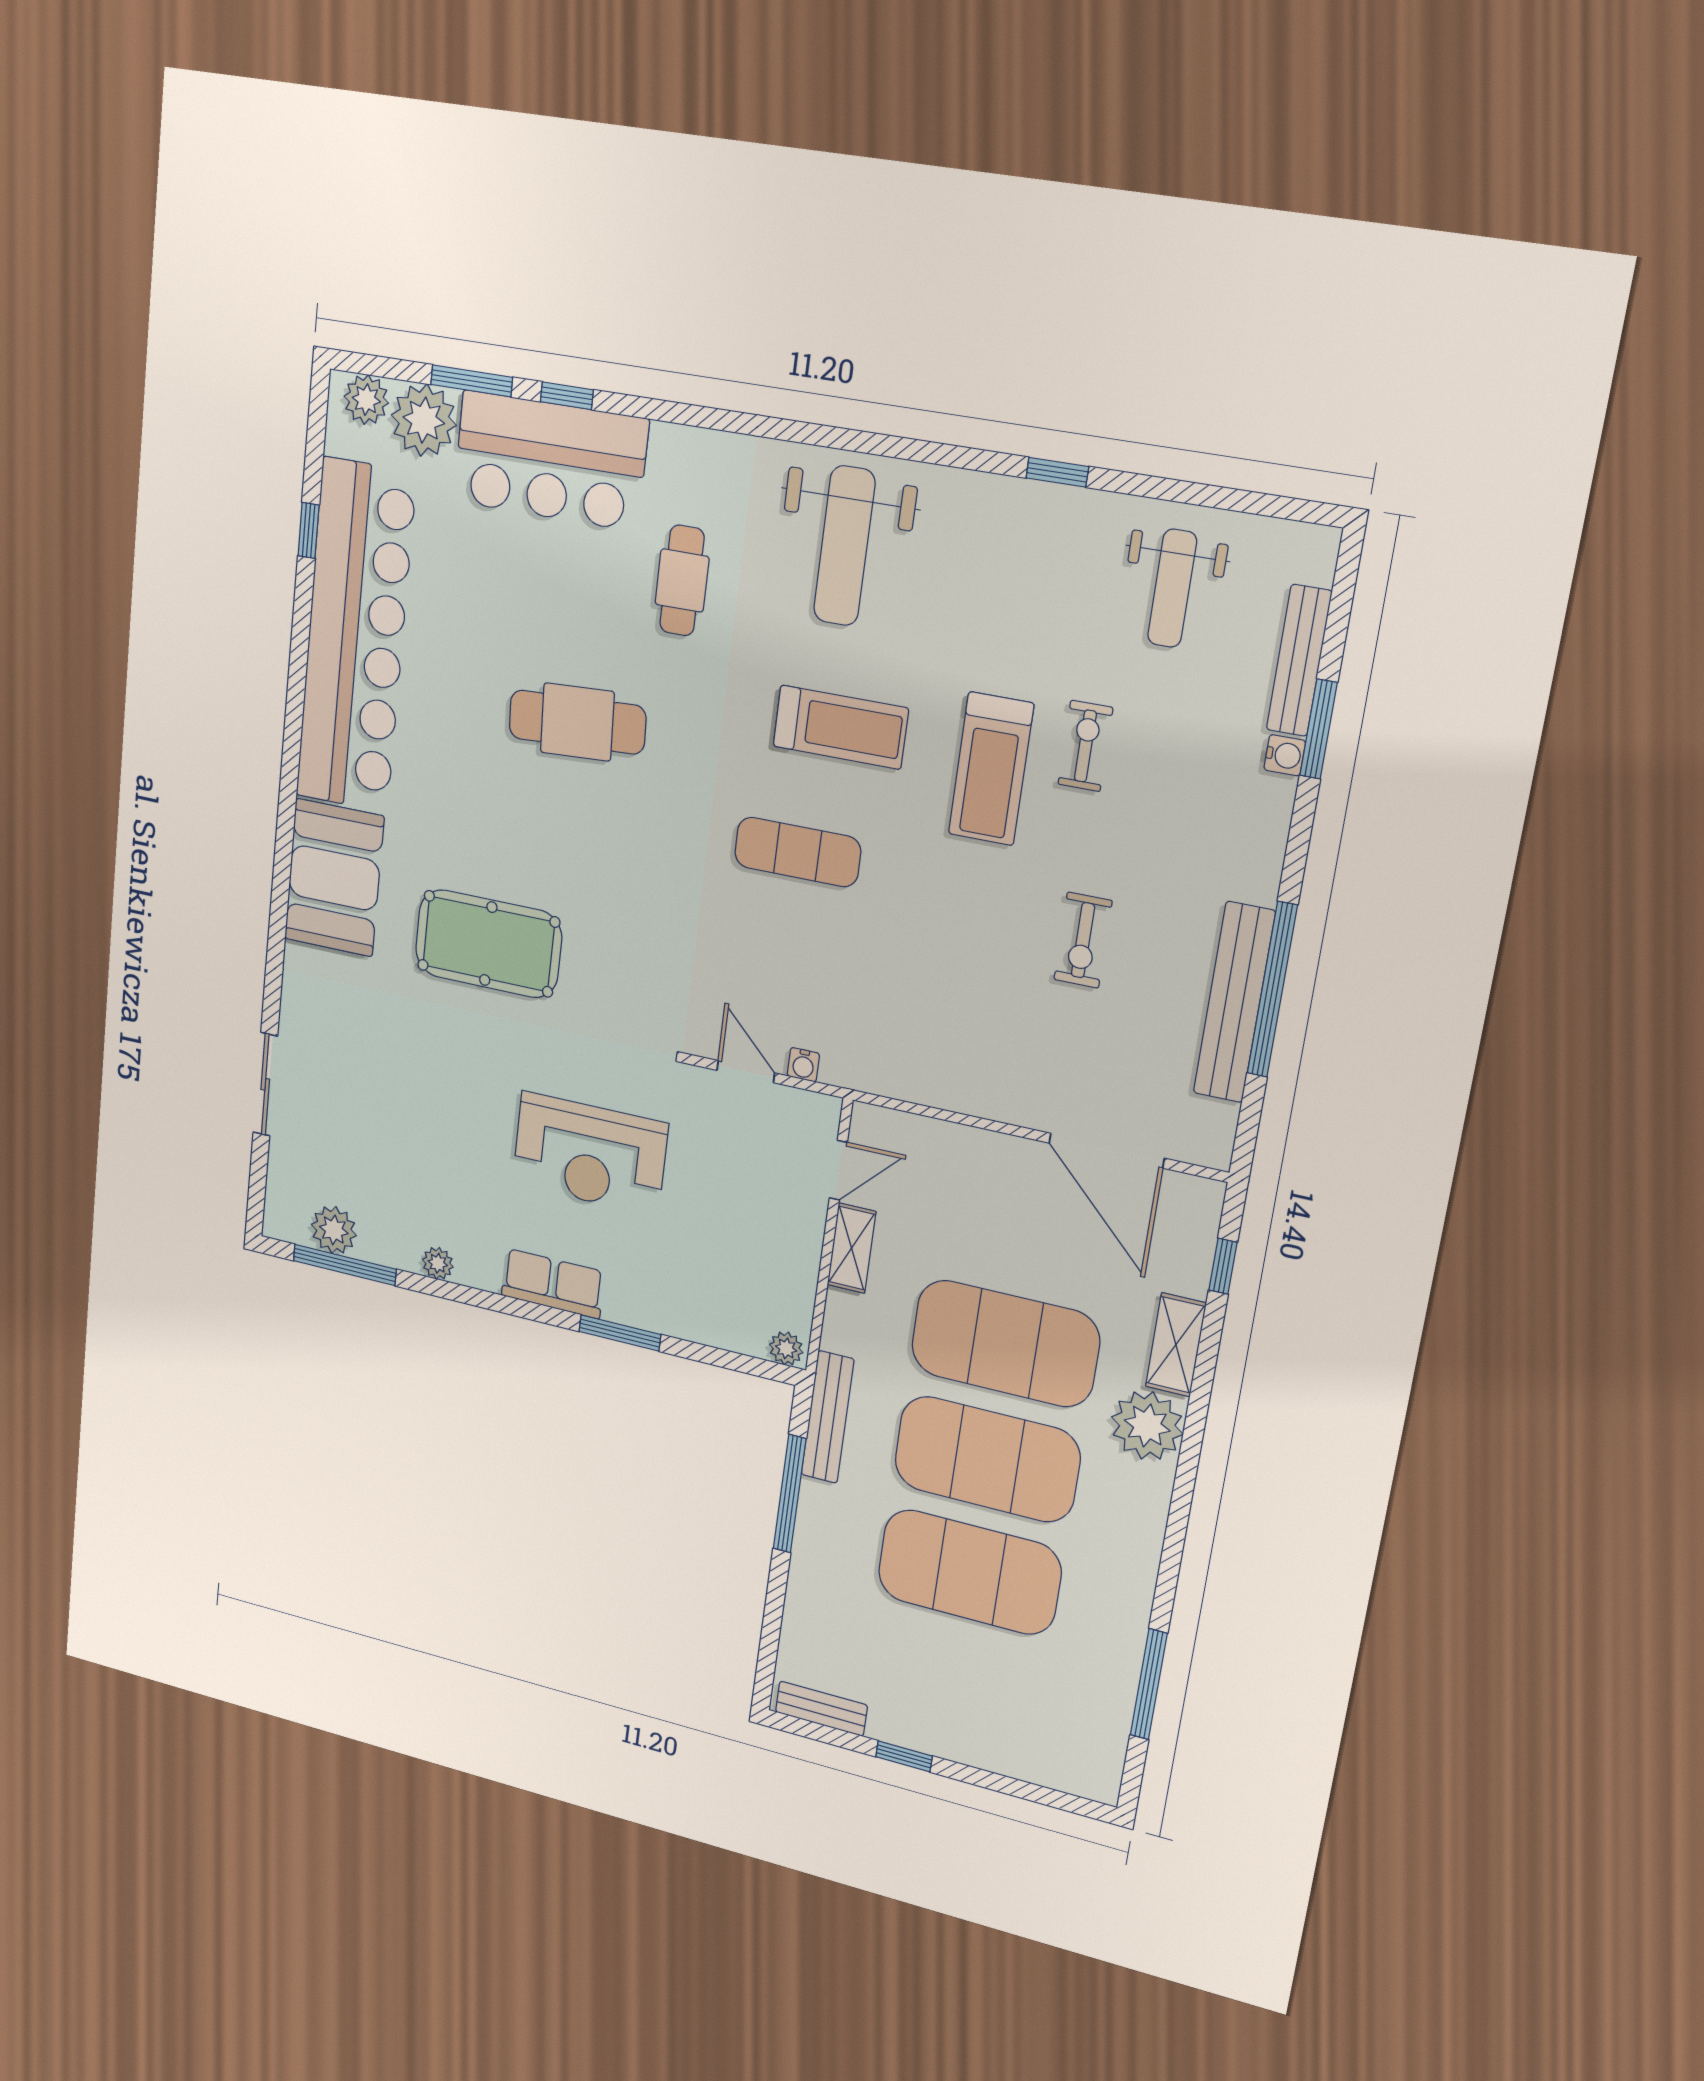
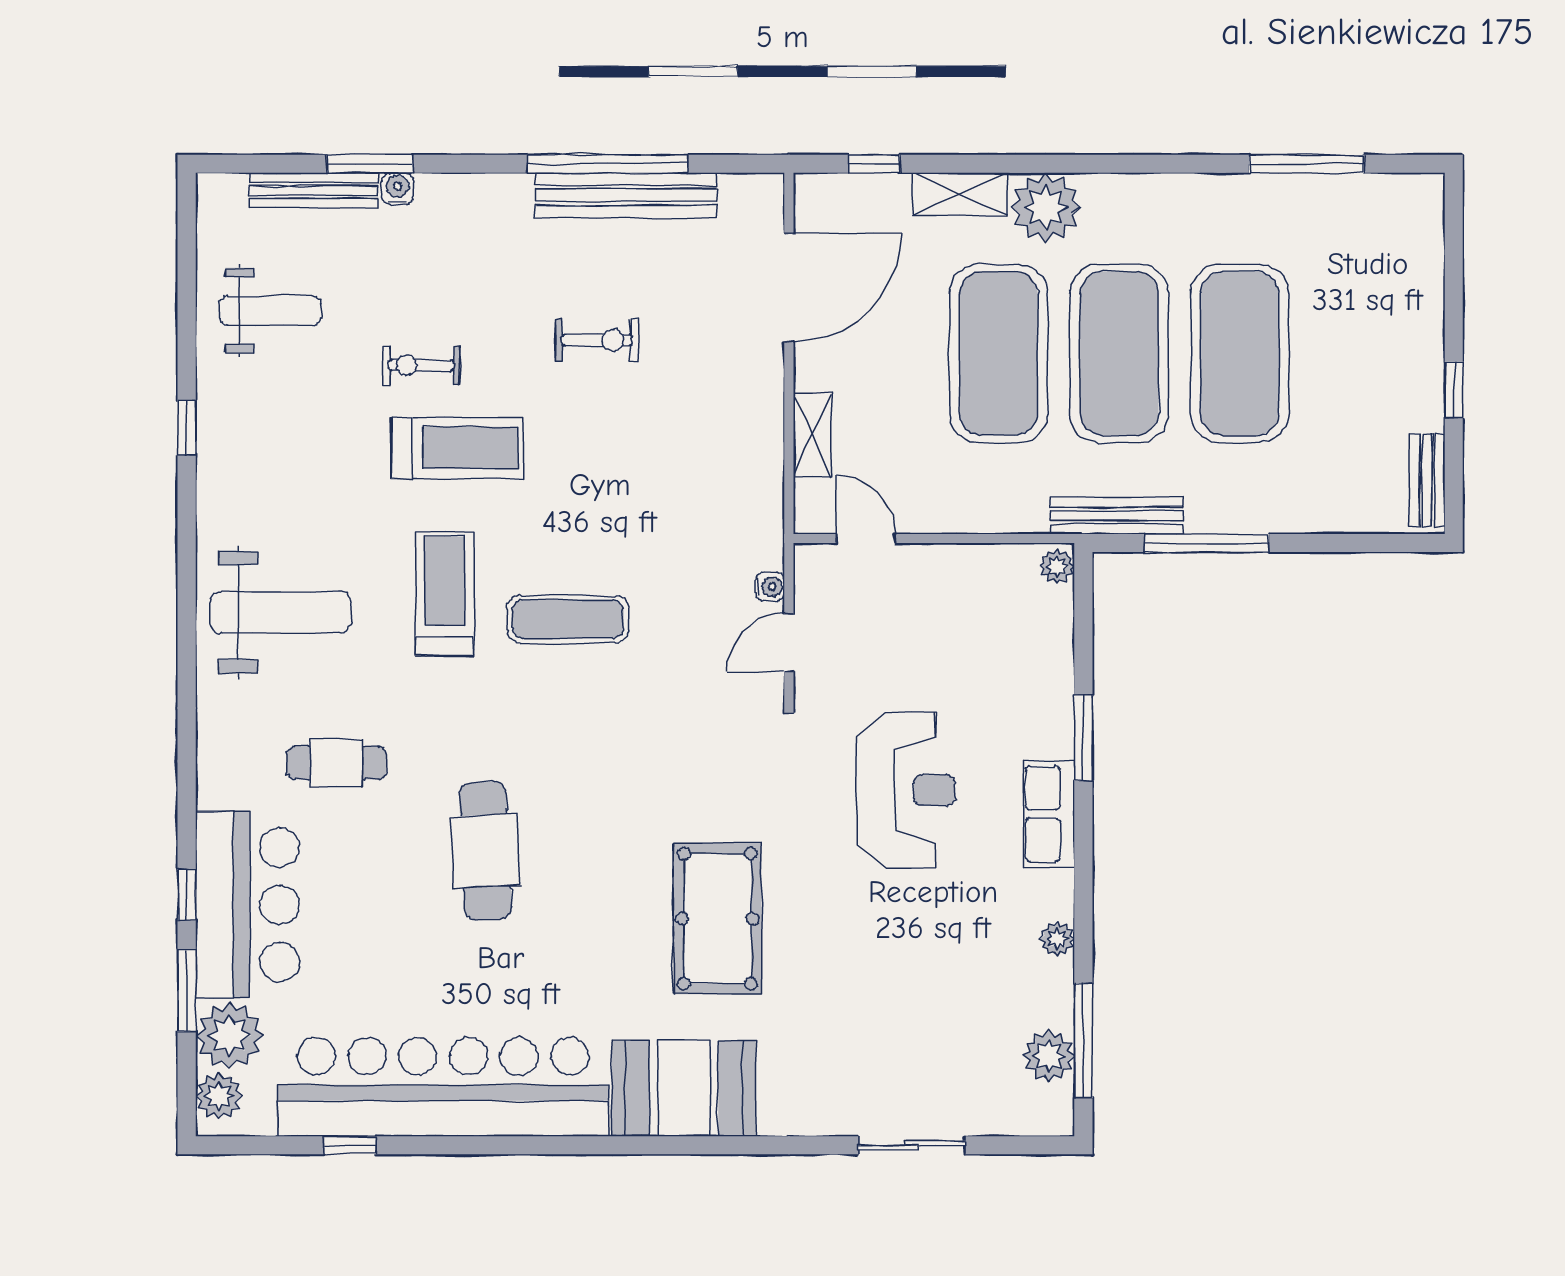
exercise mat: (798, 852) -> (568, 619), turned 90
shelving: (852, 1248) -> (812, 435), moved, turned 90

